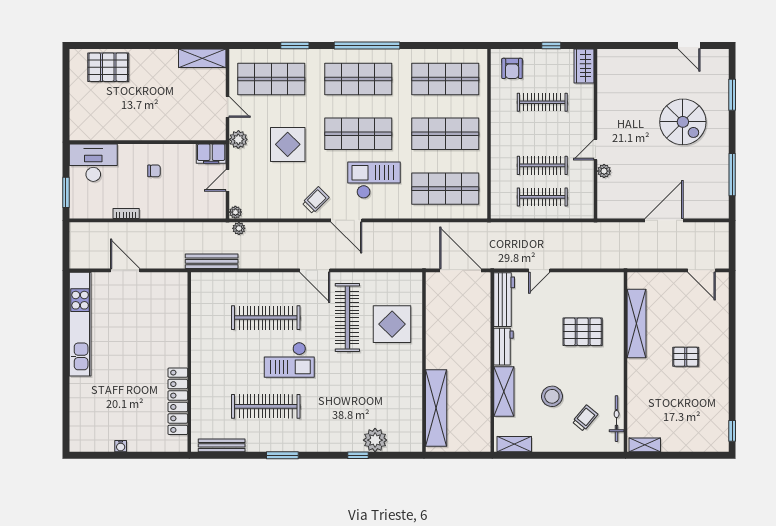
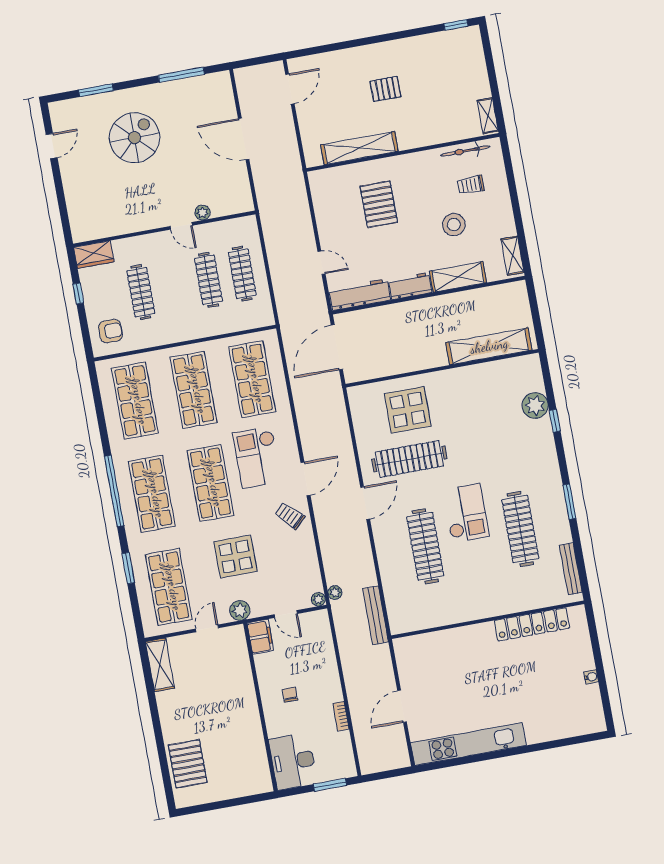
pallet: (686, 357) -> (385, 89), turned 90
trolley: (585, 418) -> (471, 185), turned -40

